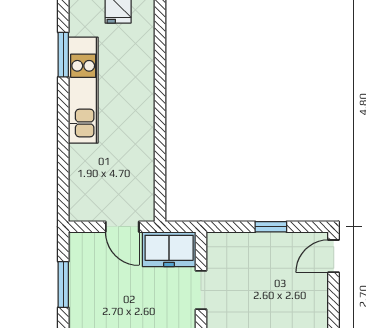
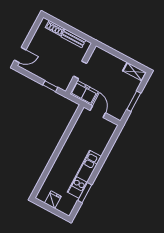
window: (271, 227) -> (50, 86), moved

